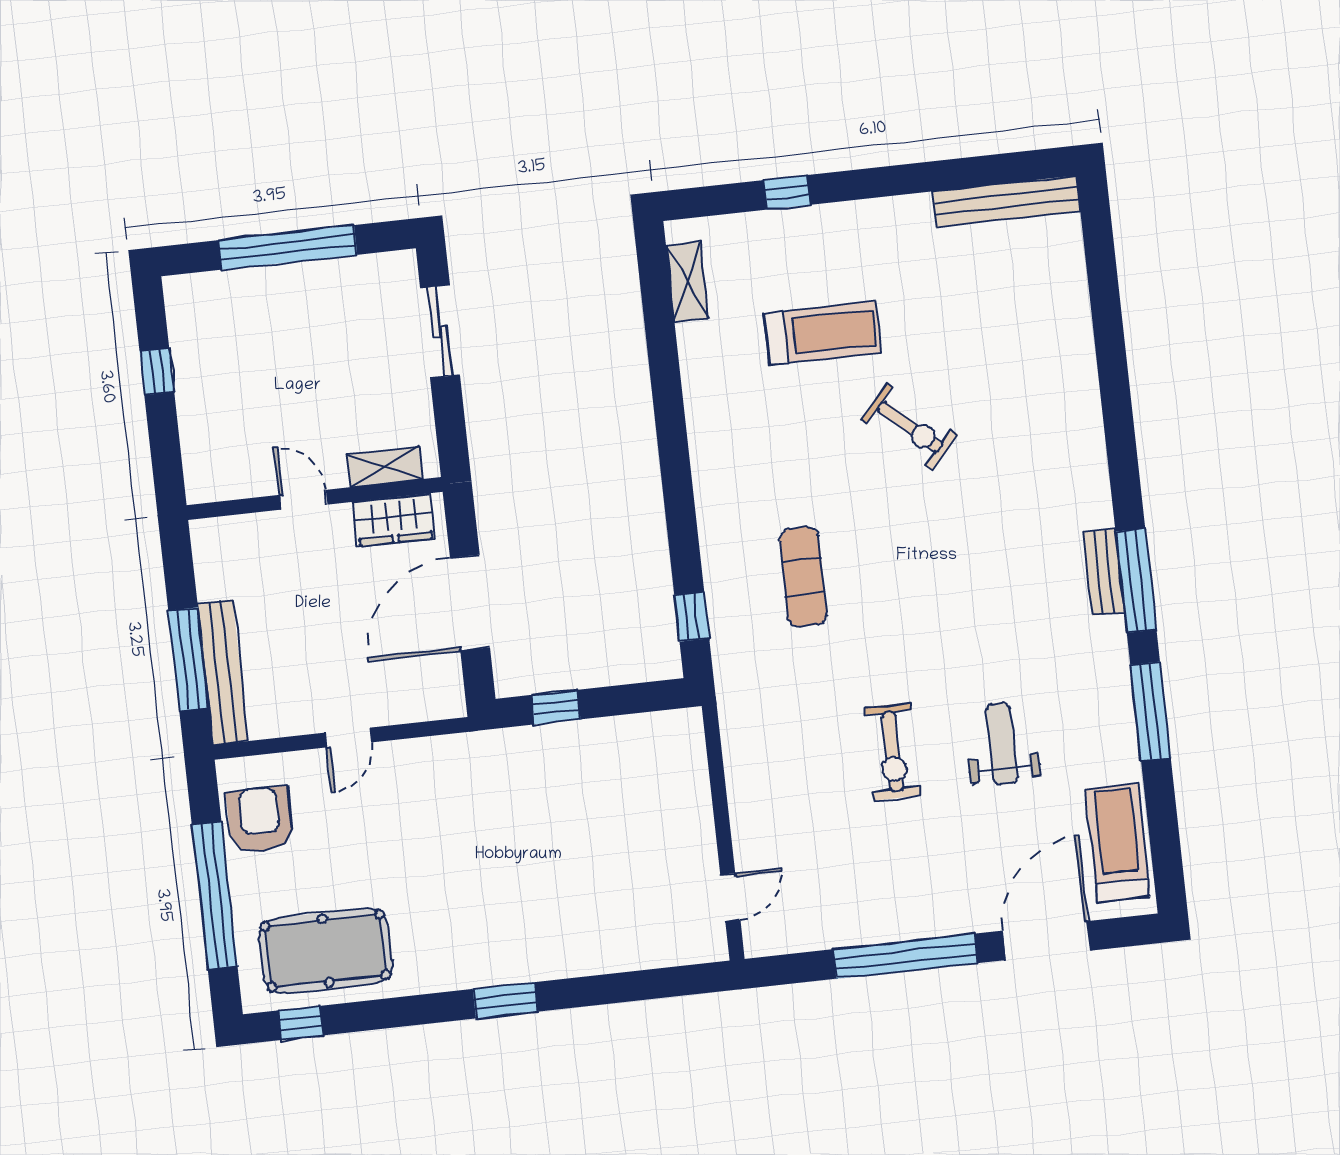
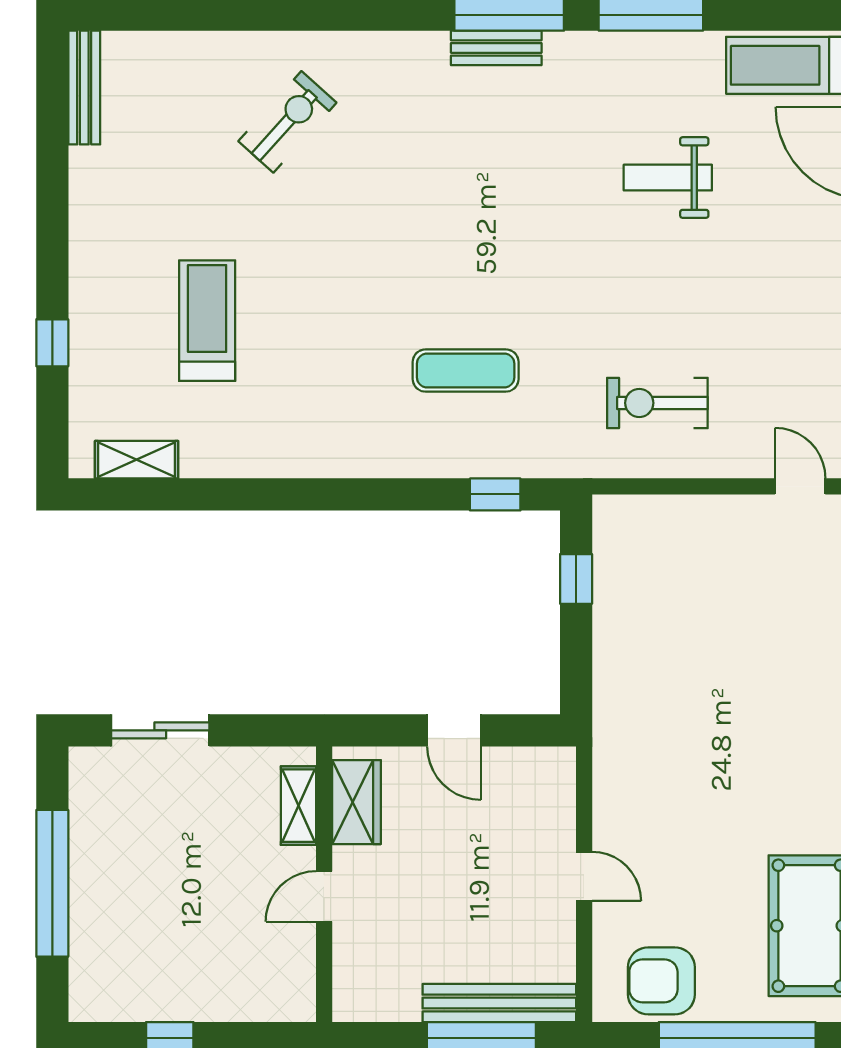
bench: (1007, 201) -> (84, 88), width x0.73, depth x0.82
exercise bike: (910, 427) -> (287, 122), moved
door: (470, 603) -> (454, 730), width x0.53
window: (556, 707) -> (576, 579), moved
exercise bike: (892, 751) -> (657, 403), moved, turned 180

